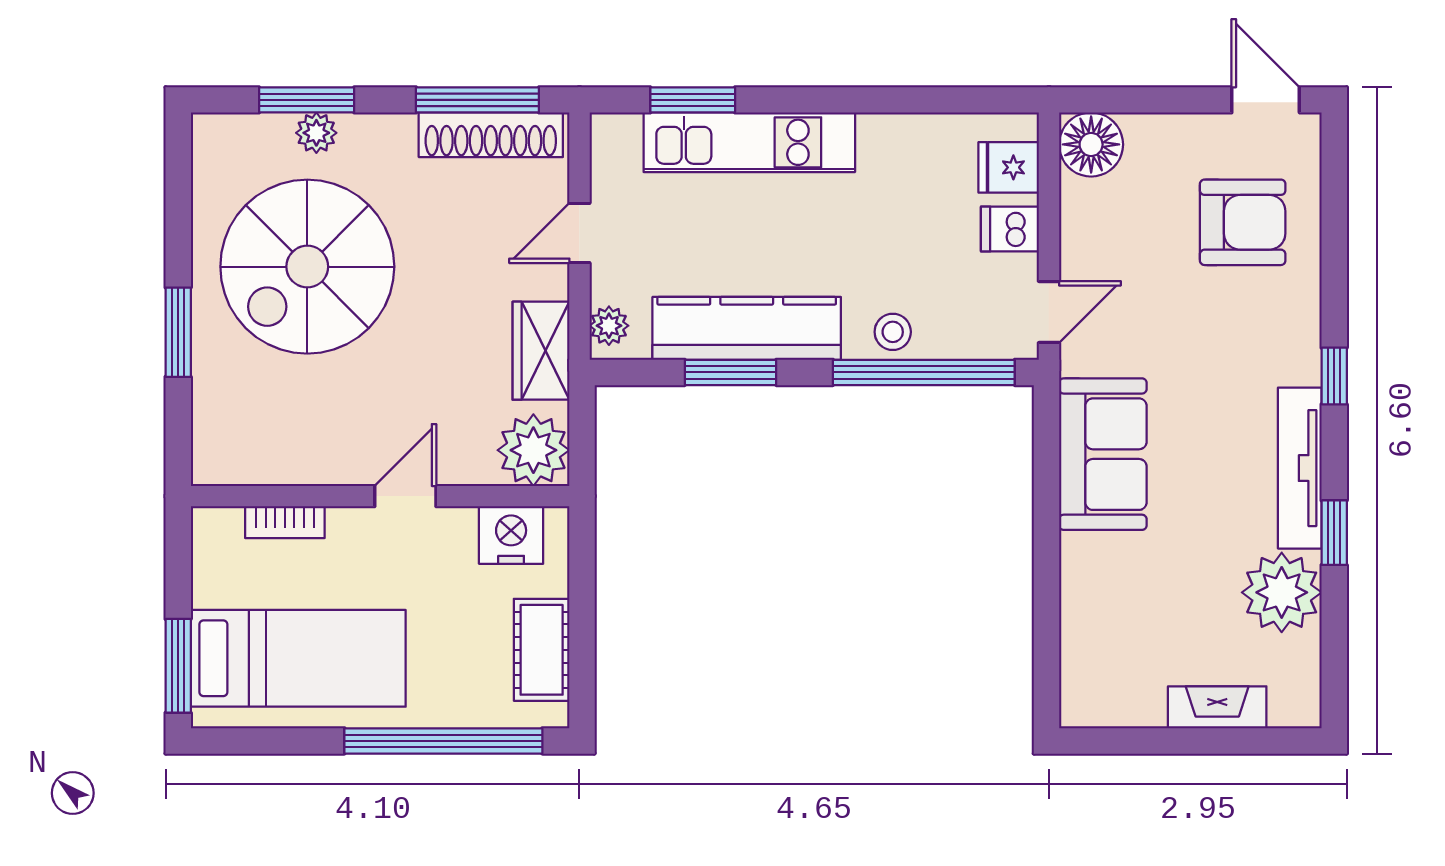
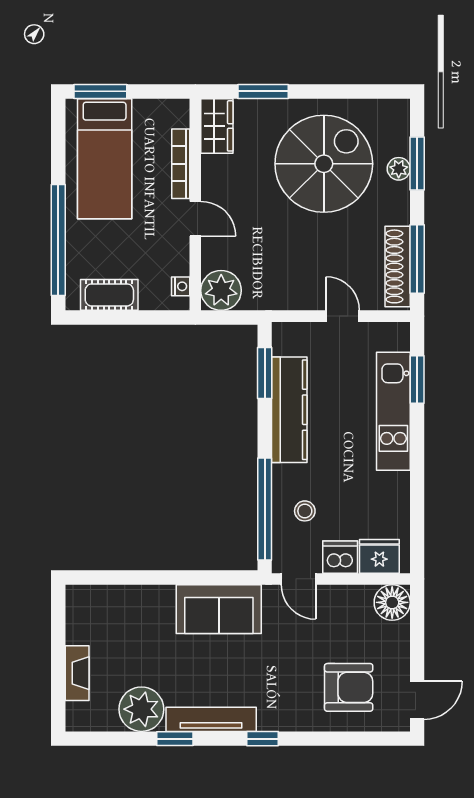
fridge: (1009, 167) -> (379, 556), width x1.38
armchair: (1243, 222) -> (349, 687), turned -90
dishwasher: (1010, 229) -> (340, 557), width x1.38
spiral stairs: (307, 267) -> (324, 164), turned 90
plant: (609, 326) -> (291, 333), removed
window: (178, 332) -> (263, 91), moved
stool: (893, 332) -> (305, 511), moved
wardrobe: (541, 351) -> (217, 126), moved, turned 90
window: (730, 372) -> (265, 373), moved
bookcase: (285, 522) -> (181, 164), width x1.56
nightstand: (511, 535) -> (181, 286), width x0.53, depth x0.56

